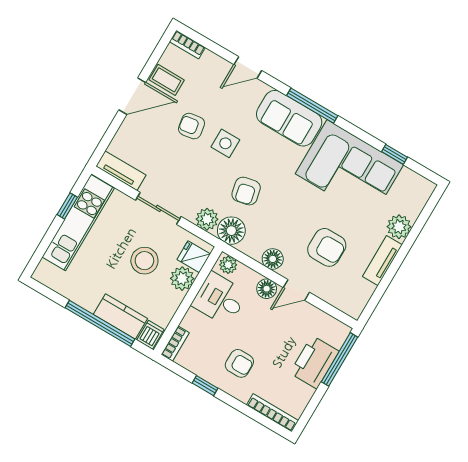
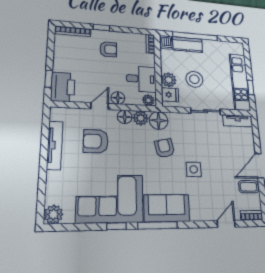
door: (248, 68) -> (226, 224), moved
armchair: (191, 126) -> (218, 168), removed
window: (395, 154) -> (117, 226), moved
plant: (207, 219) -> (141, 118), moved
plant: (399, 227) -> (53, 214), moved
tv unit: (382, 261) -> (55, 145), width x1.41
window: (339, 359) -> (49, 79), width x0.46
printer: (314, 362) -> (63, 87), moved
armchair: (239, 363) -> (108, 49), turned 180
window: (205, 386) -> (101, 28), moved

